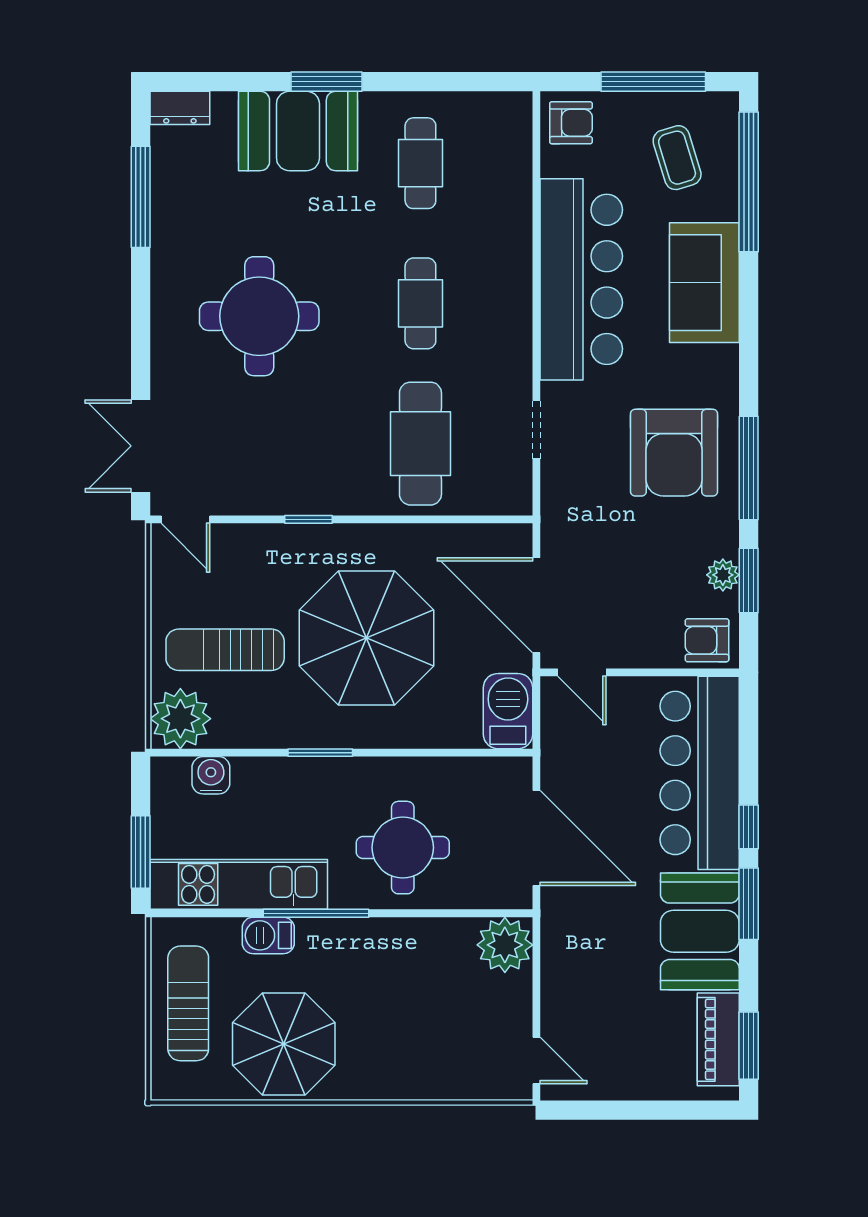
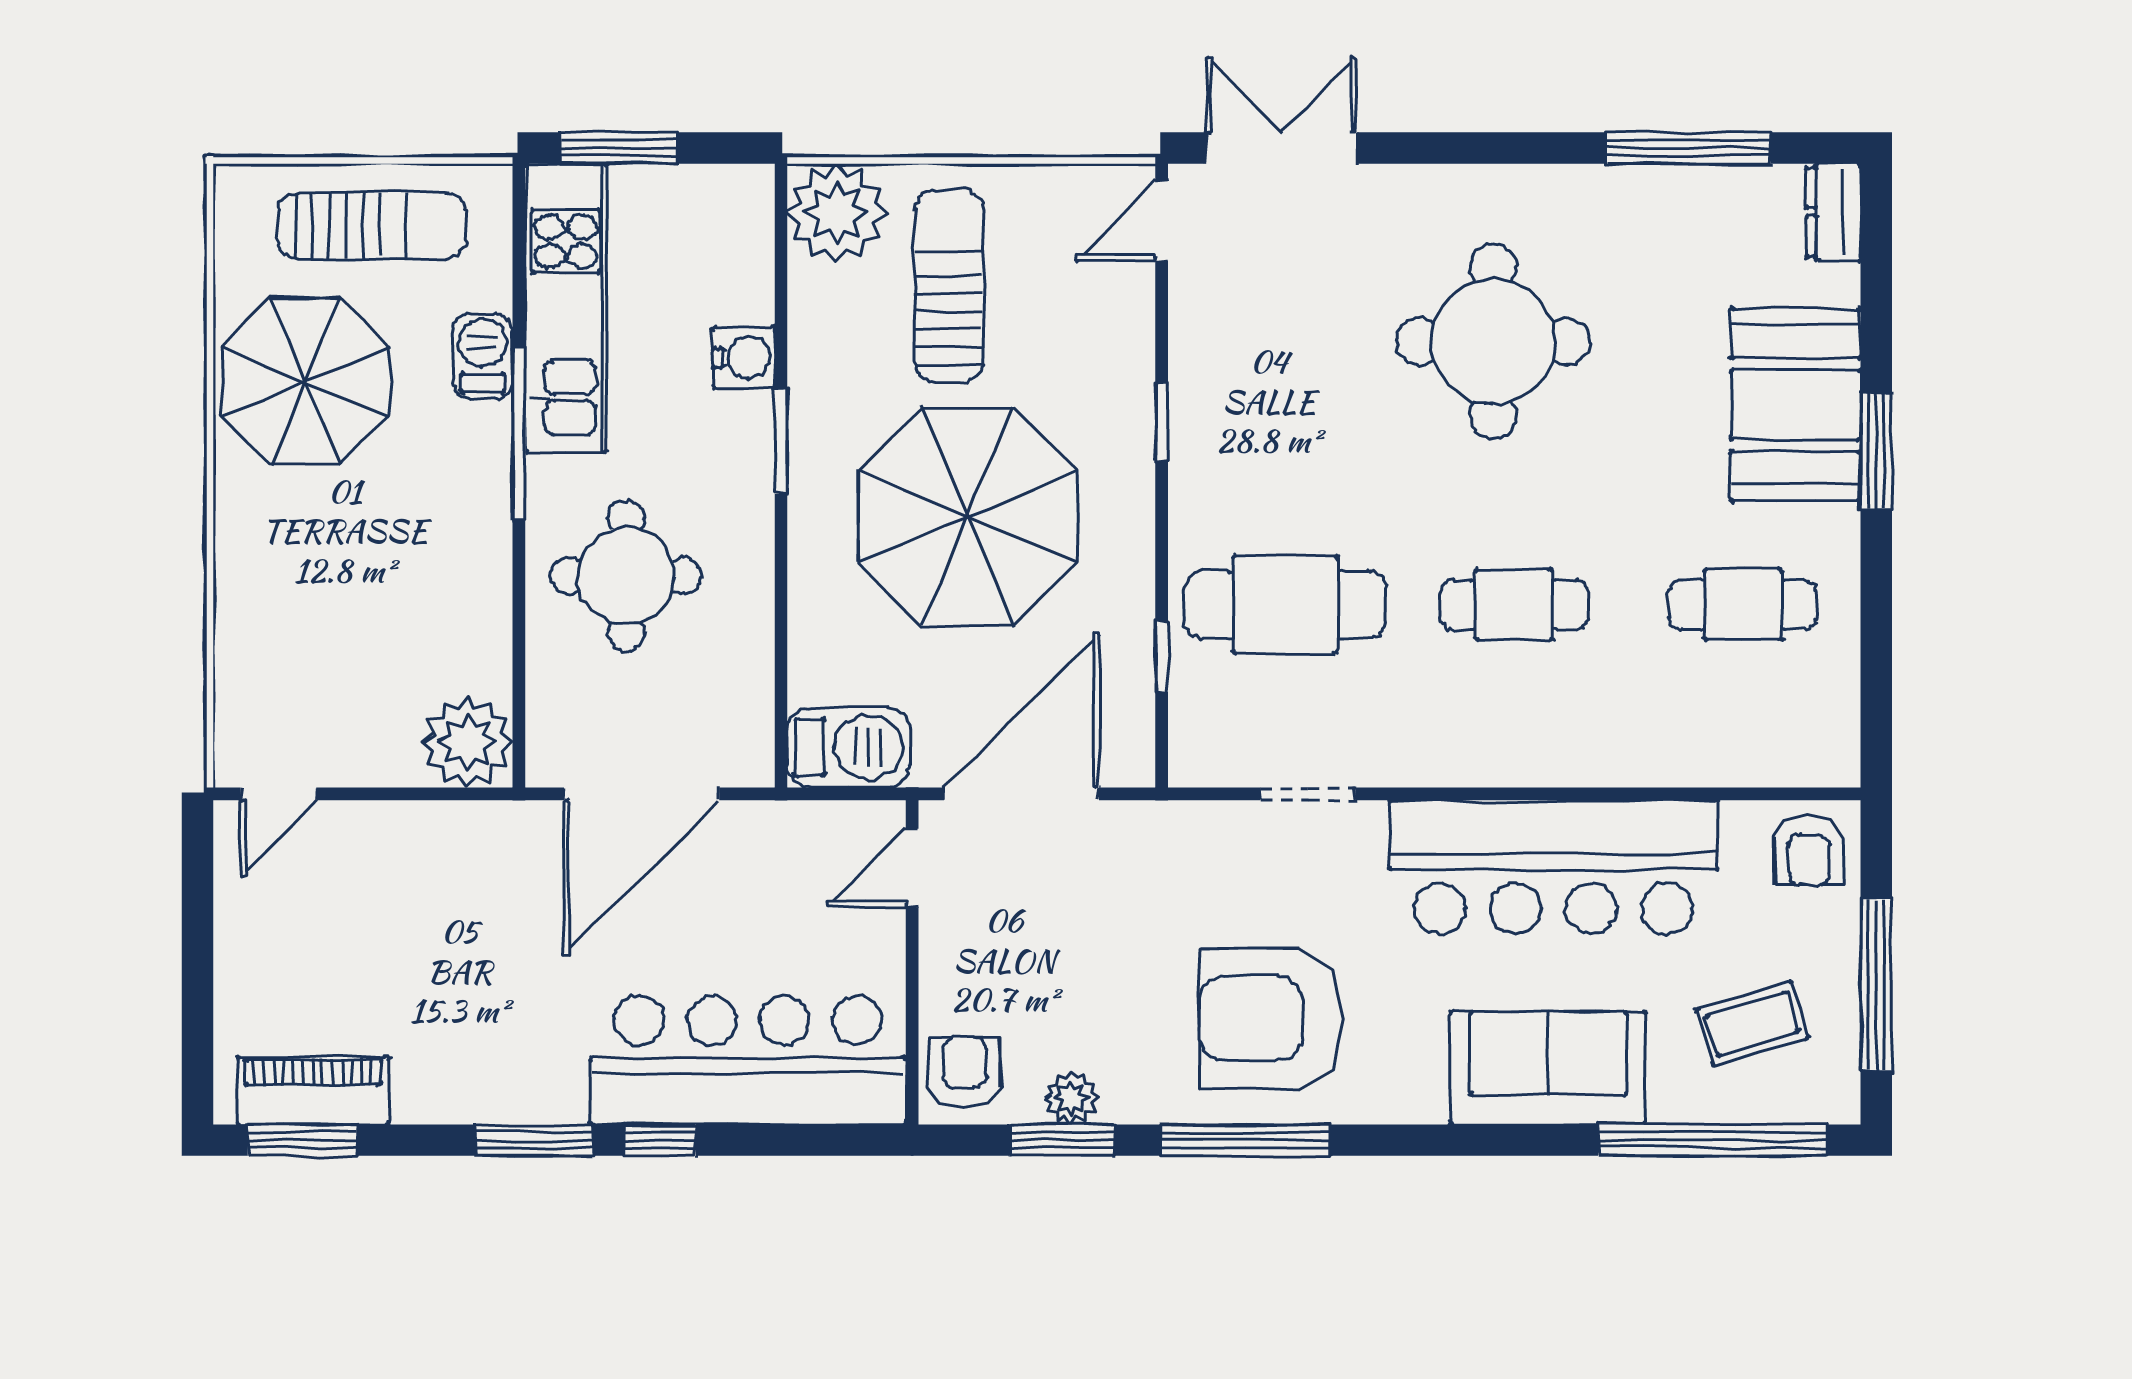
window: (452, 519) -> (1162, 657), added
water cooler: (211, 775) -> (744, 358), moved
booth: (700, 931) -> (489, 1060), removed

